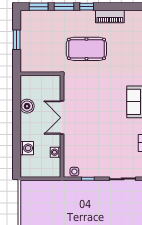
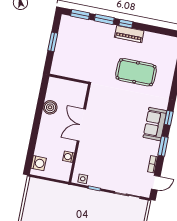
piano: (110, 16) -> (129, 34), moved
pool table: (86, 49) -> (136, 72), moved
washing machine: (27, 148) -> (39, 163), moved

